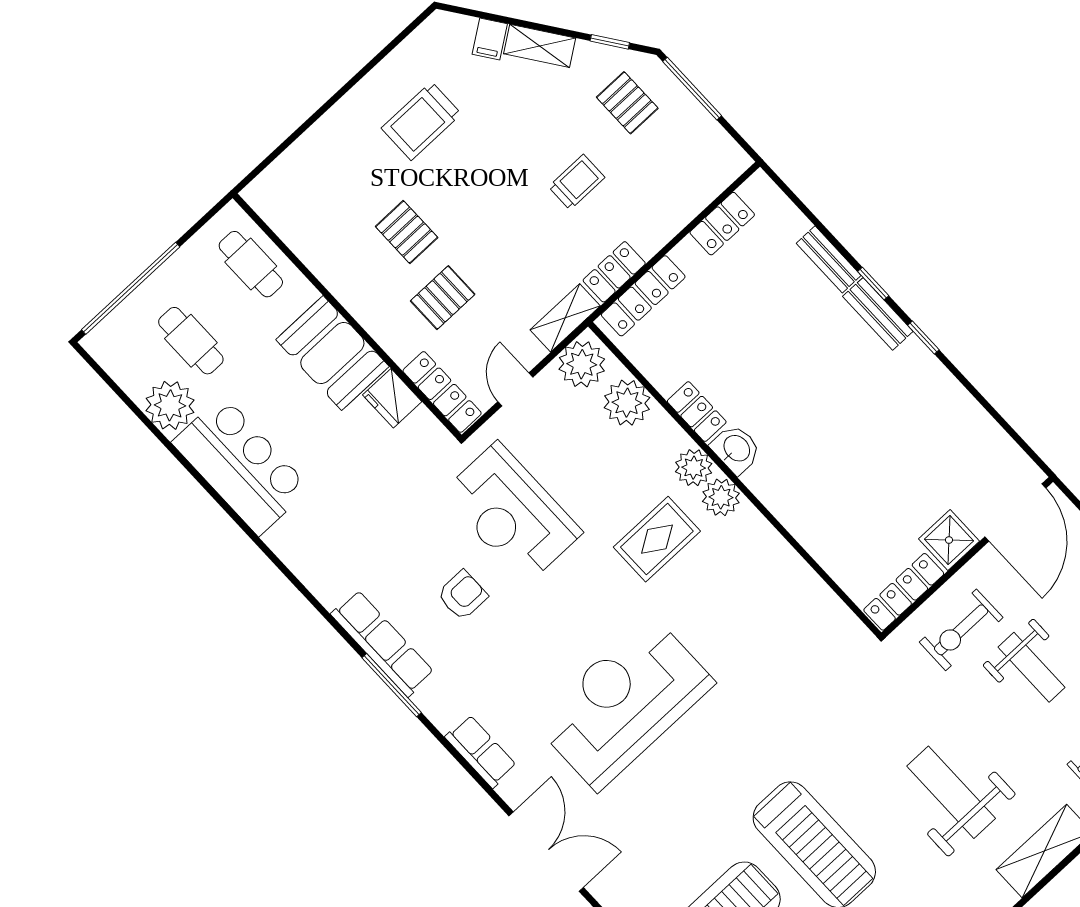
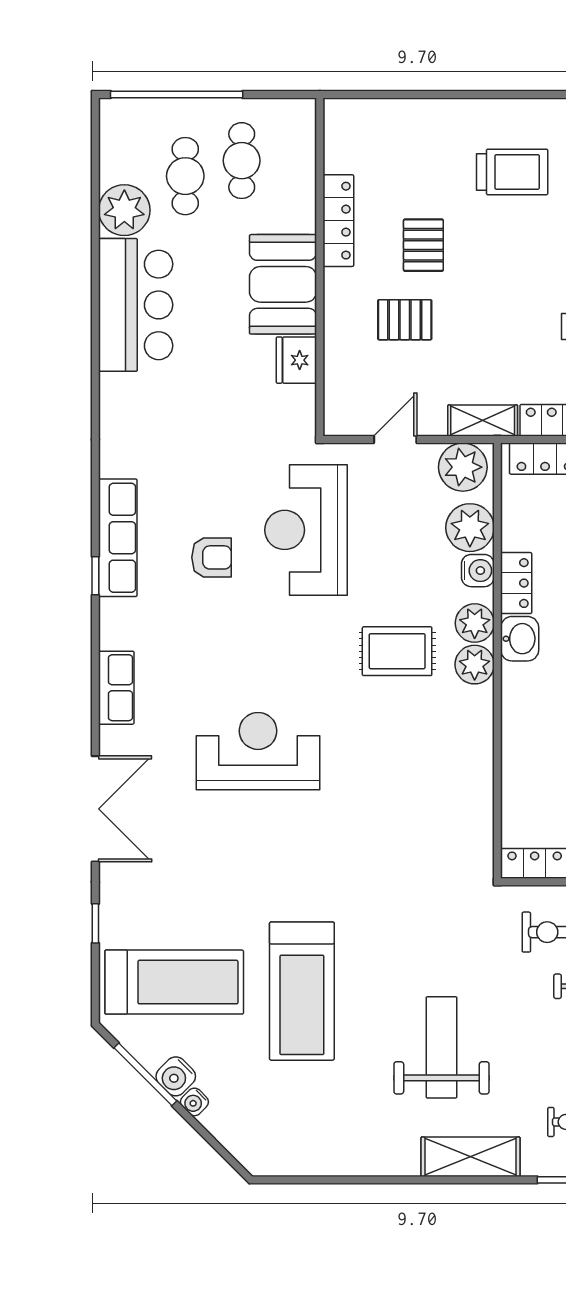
trolley: (421, 121) -> (512, 172), turned 180
cafe table: (251, 264) -> (242, 161), moved
locker: (442, 392) -> (338, 221), moved
water cooler: (661, 428) -> (478, 571), added
window: (392, 685) -> (95, 576), width x0.46
reception desk: (624, 703) -> (258, 751), width x0.74, depth x0.77

